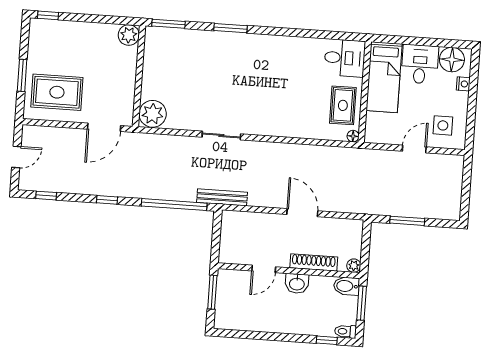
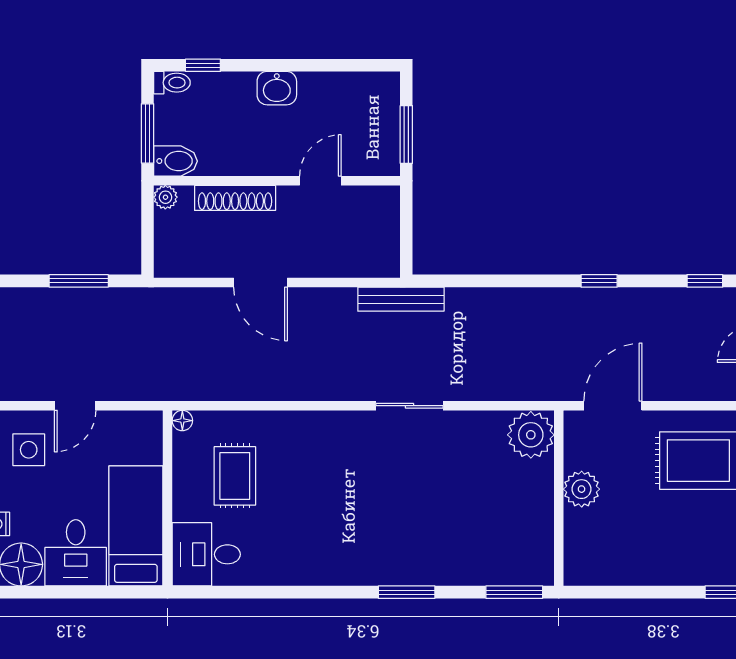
plant: (129, 35) -> (582, 489), moved
rug: (343, 105) -> (235, 476), moved
window: (174, 205) -> (483, 281), removed
washbasin: (297, 284) -> (277, 88), moved, turned 180

